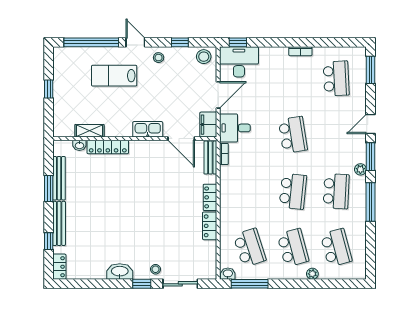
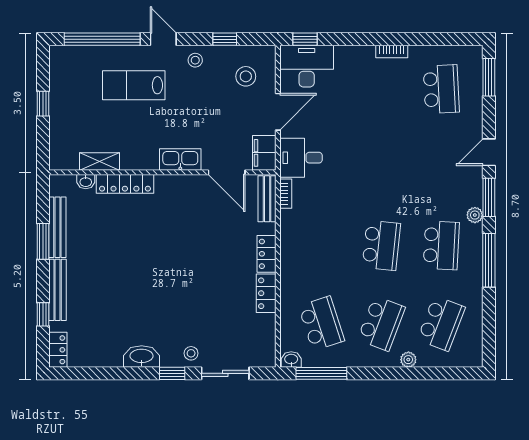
stool: (204, 57) -> (246, 76), moved
school desk: (293, 135) -> (381, 167), removed
school desk: (293, 248) -> (381, 323), turned 36
school desk: (336, 248) -> (441, 323), turned 36

